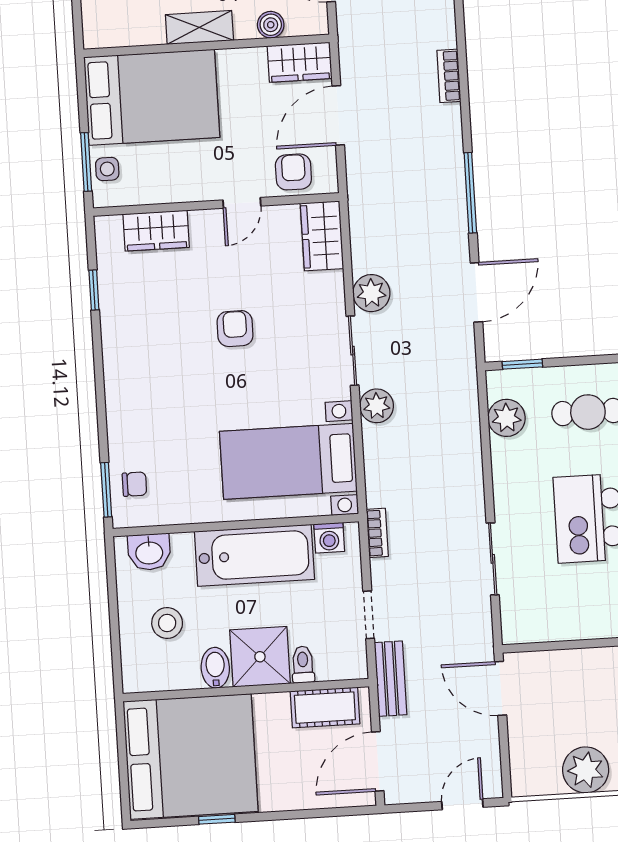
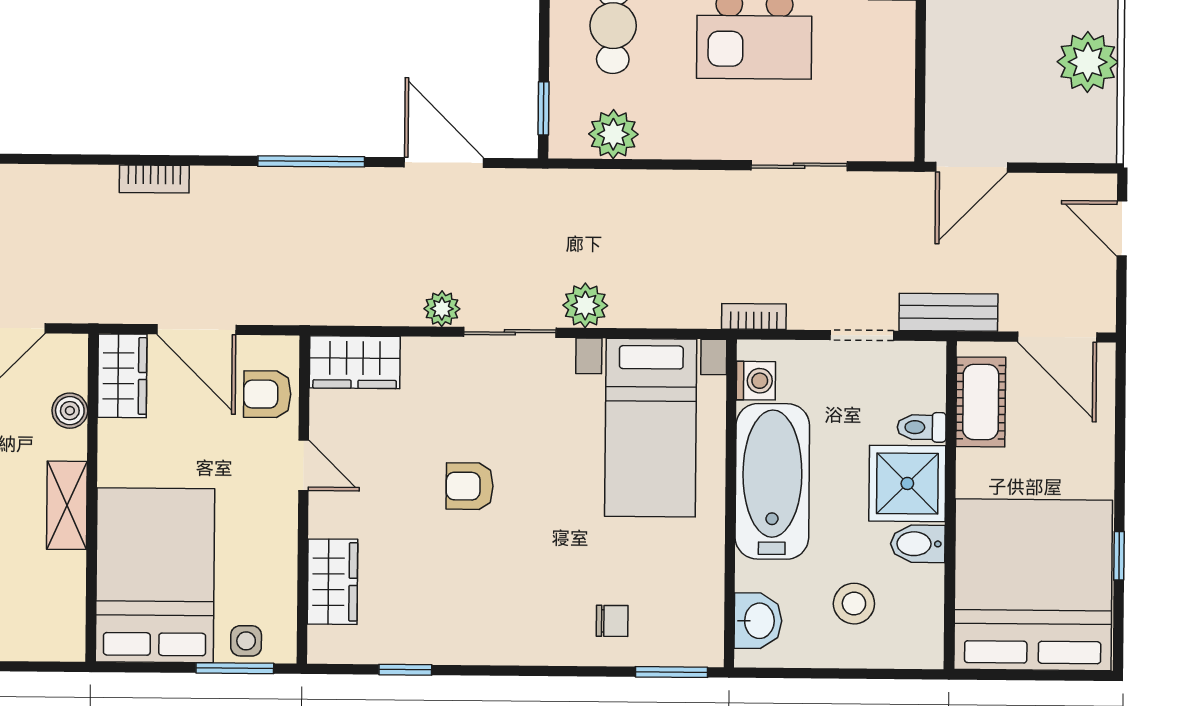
plant: (371, 293) -> (442, 309), width x0.73, depth x0.73
chair: (134, 484) -> (612, 621), moved, turned 90

